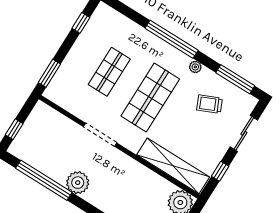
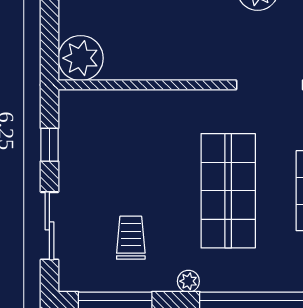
trolley: (209, 104) -> (131, 238), turned -66
shelving: (173, 166) -> (127, 107), removed

